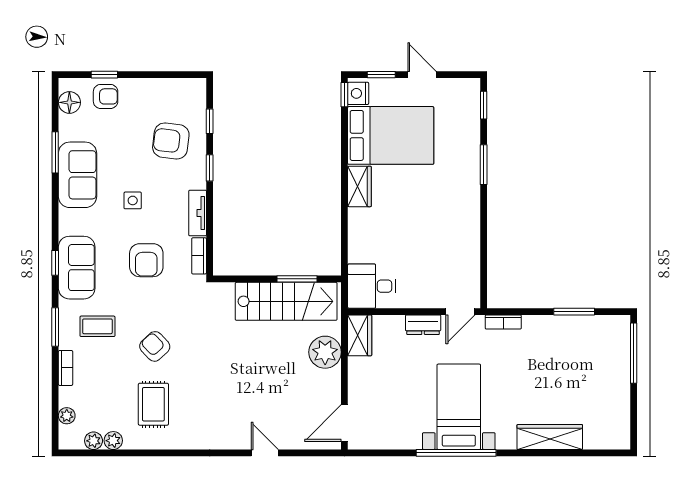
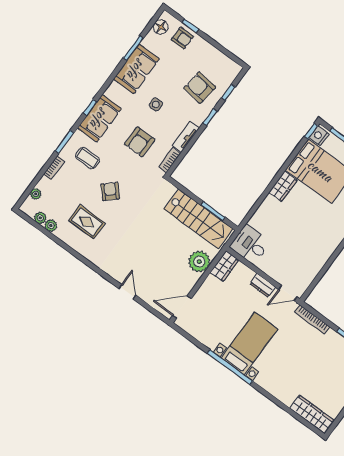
bookcase: (503, 322) -> (312, 320), width x1.56
rug: (153, 404) -> (87, 222), turned 90
wardrobe: (550, 437) -> (312, 414), moved

